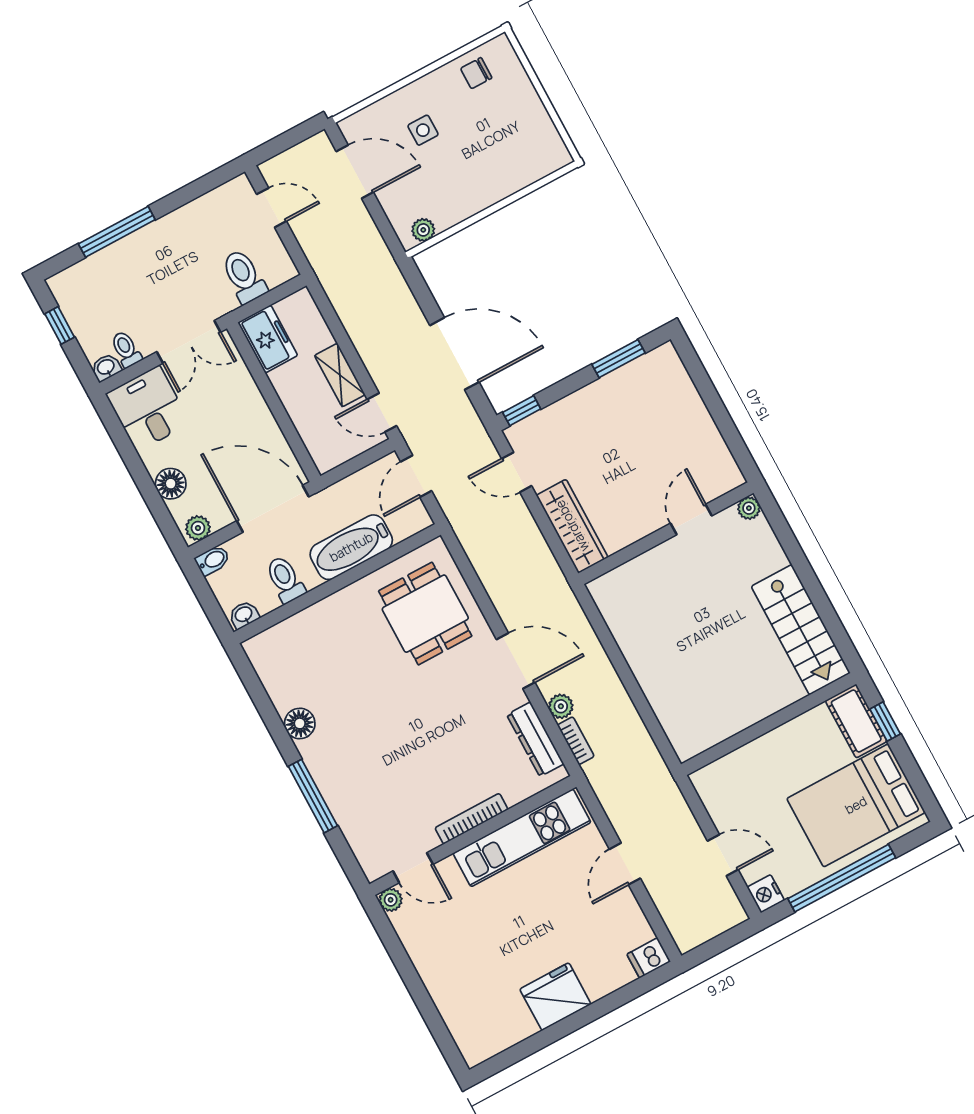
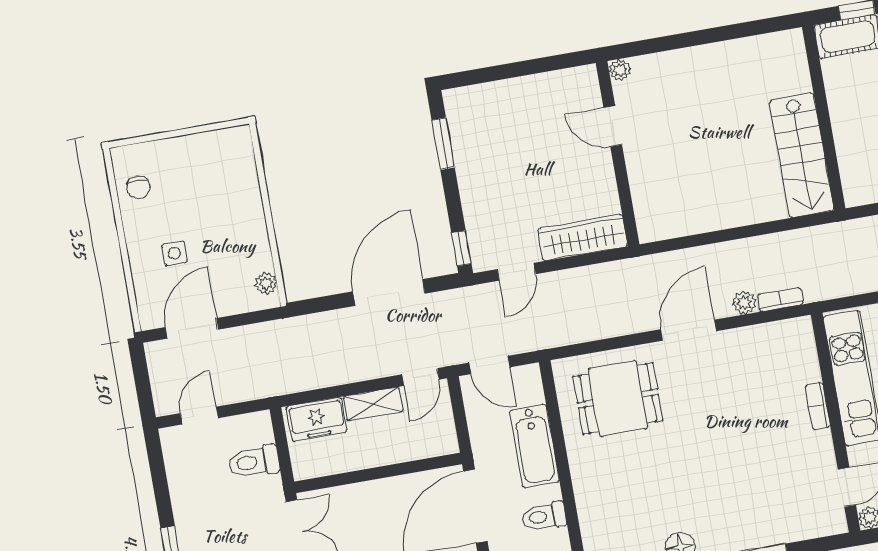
freezer: (268, 339) -> (317, 419), moved, turned 180
stairs: (801, 630) -> (802, 155), moved, turned 90
dresser: (535, 739) -> (767, 336), removed
bookcase: (471, 819) -> (818, 406), width x0.64

